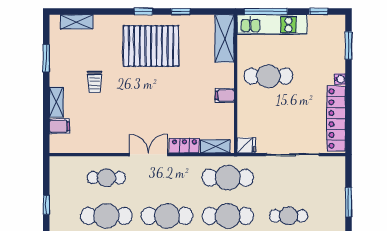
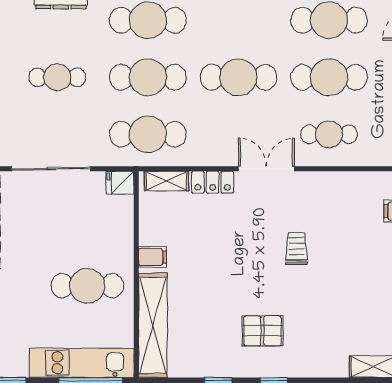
shelving: (224, 39) -> (153, 325), width x1.47
pallet: (151, 46) -> (262, 331), width x0.49, depth x0.50
trolley: (94, 82) -> (296, 248), moved
double door: (148, 155) -> (266, 169), swing flipped

